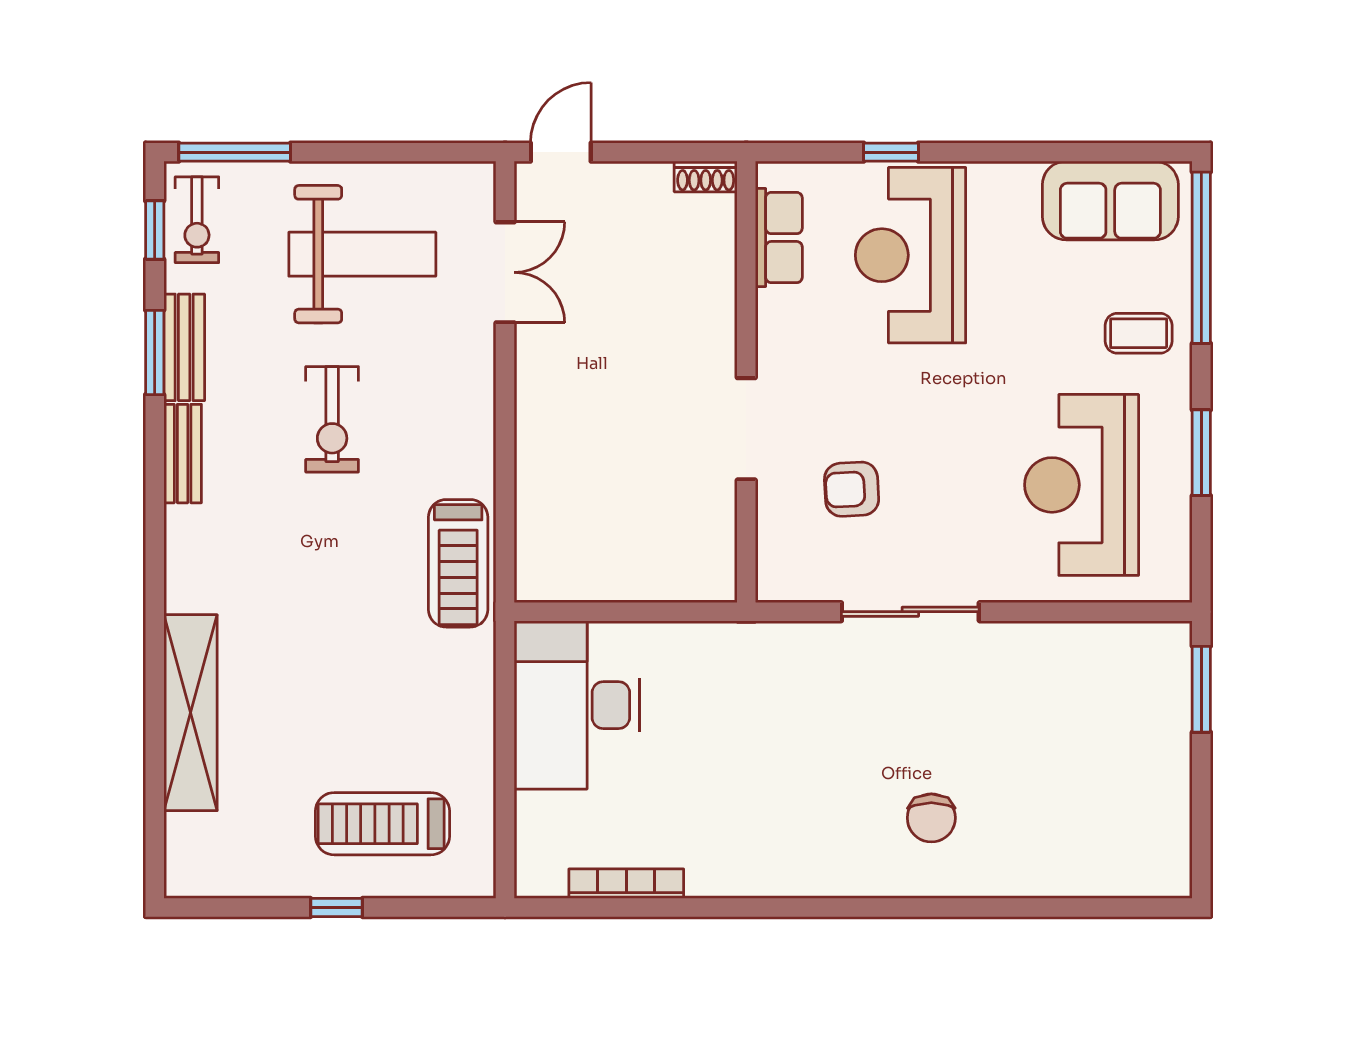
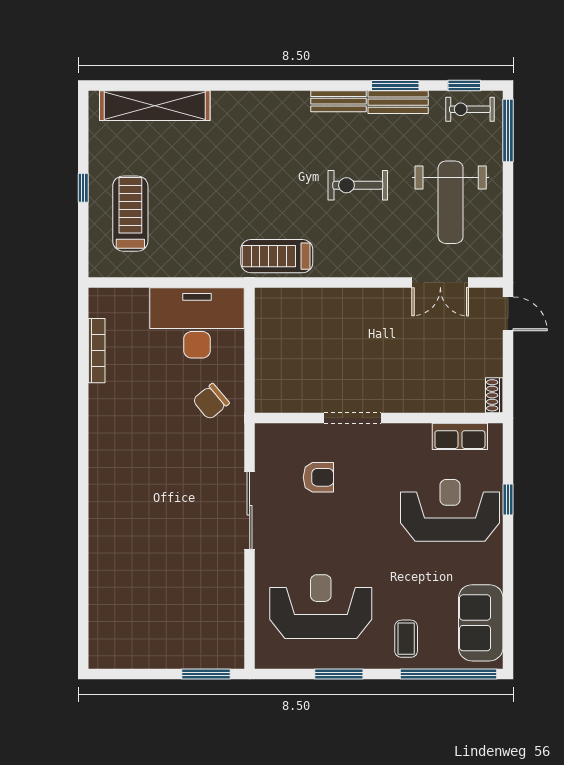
armchair: (852, 489) -> (318, 477), turned 93
shelving: (191, 713) -> (155, 106), moved
chair: (931, 818) -> (211, 402), moved, turned -40

